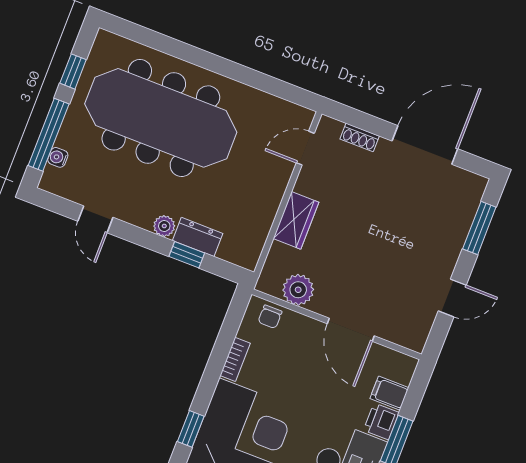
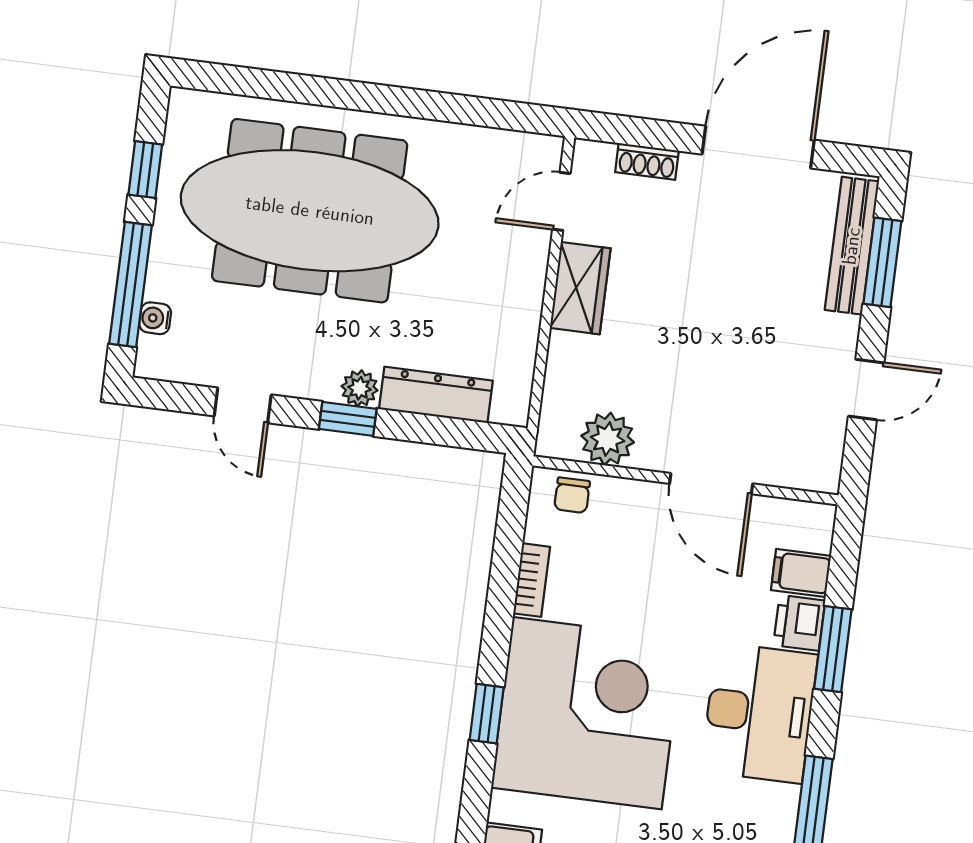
bench: (464, 214) -> (852, 246), added
wardrobe: (296, 220) -> (580, 288), moved
dresser: (198, 237) -> (436, 395), width x1.44
window: (187, 255) -> (348, 419), moved

